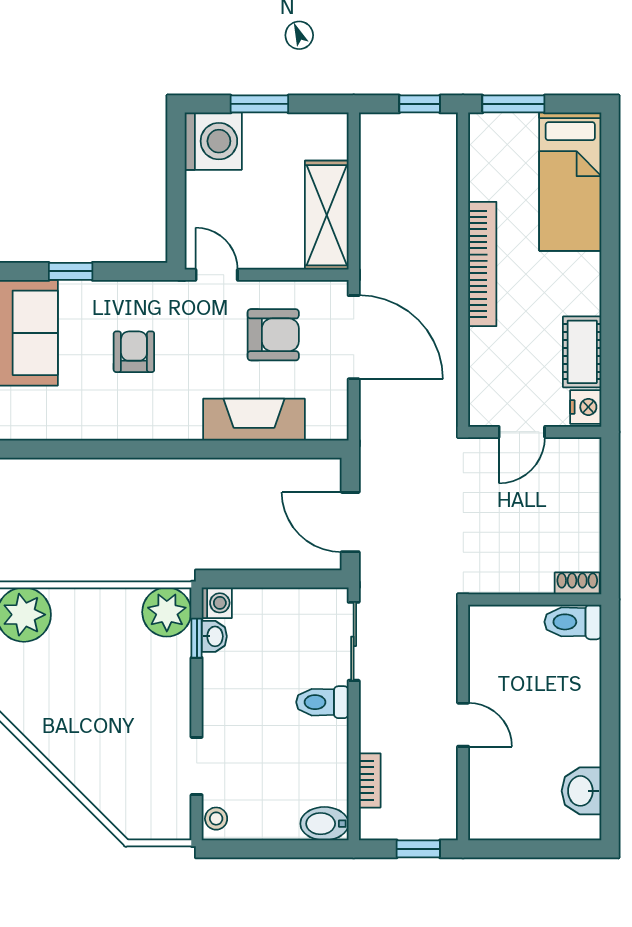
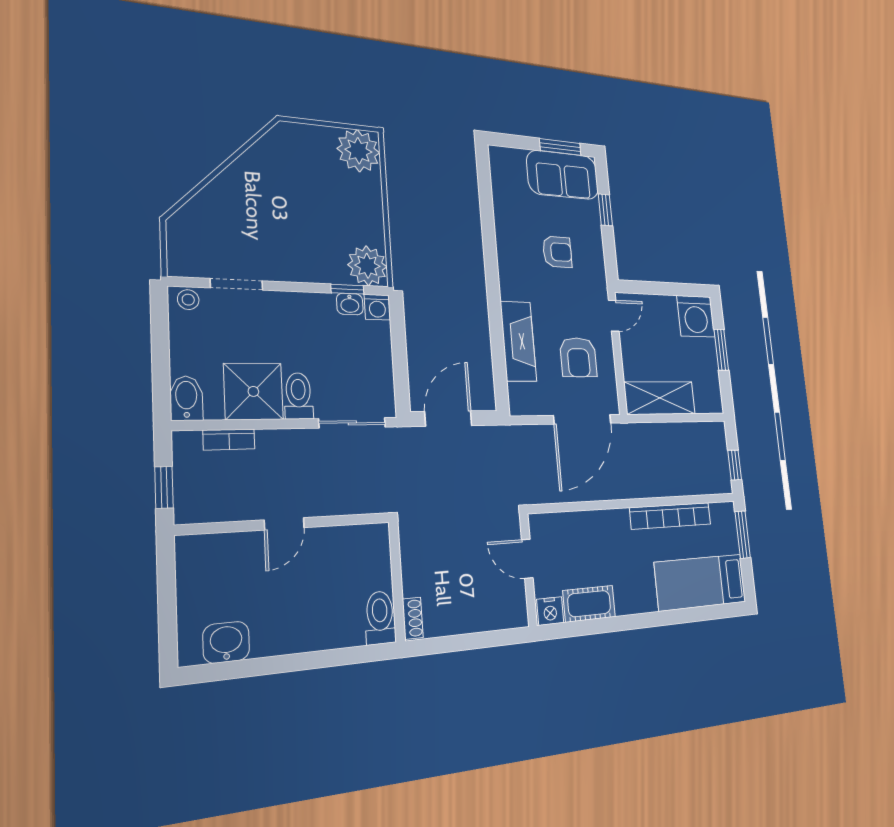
bookcase: (482, 264) -> (671, 516), moved
shower: (317, 752) -> (253, 391), added

